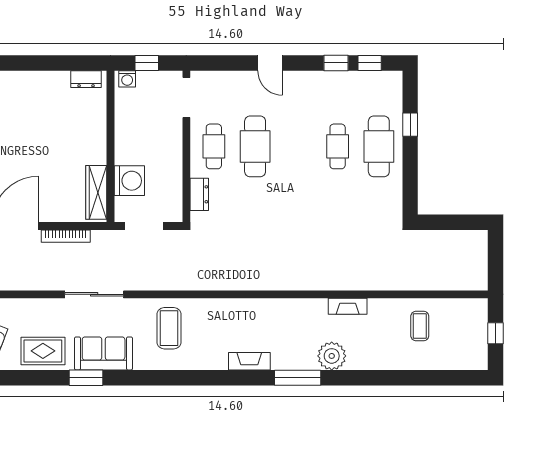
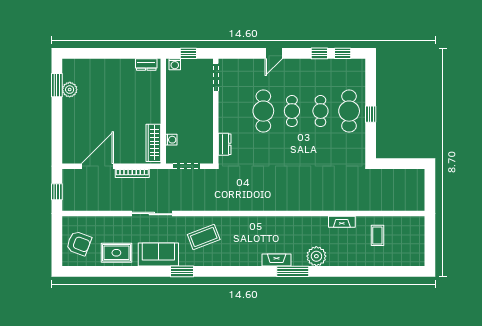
door: (270, 63) -> (274, 53), hinge flipped
window: (410, 125) -> (371, 114), moved
cafe table: (214, 146) -> (292, 111), moved
washing machine: (129, 181) -> (171, 140), width x0.53, depth x0.53
fireplace: (348, 306) -> (342, 222), moved
coffee table: (169, 328) -> (204, 237), turned 69
window: (495, 333) -> (430, 240), removed
fireplace: (249, 361) -> (277, 260), moved
window: (86, 378) -> (182, 271), moved

